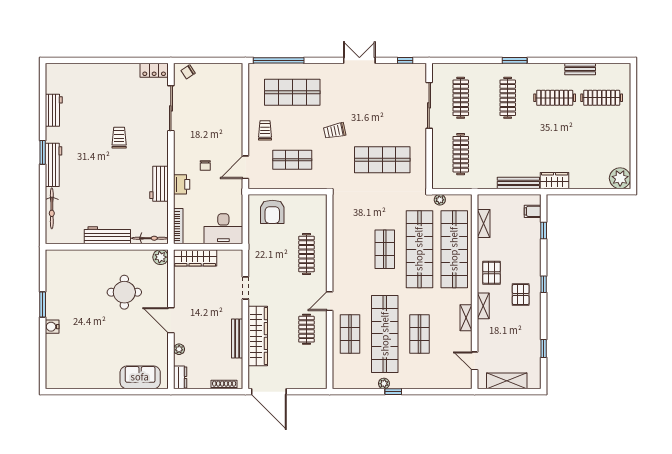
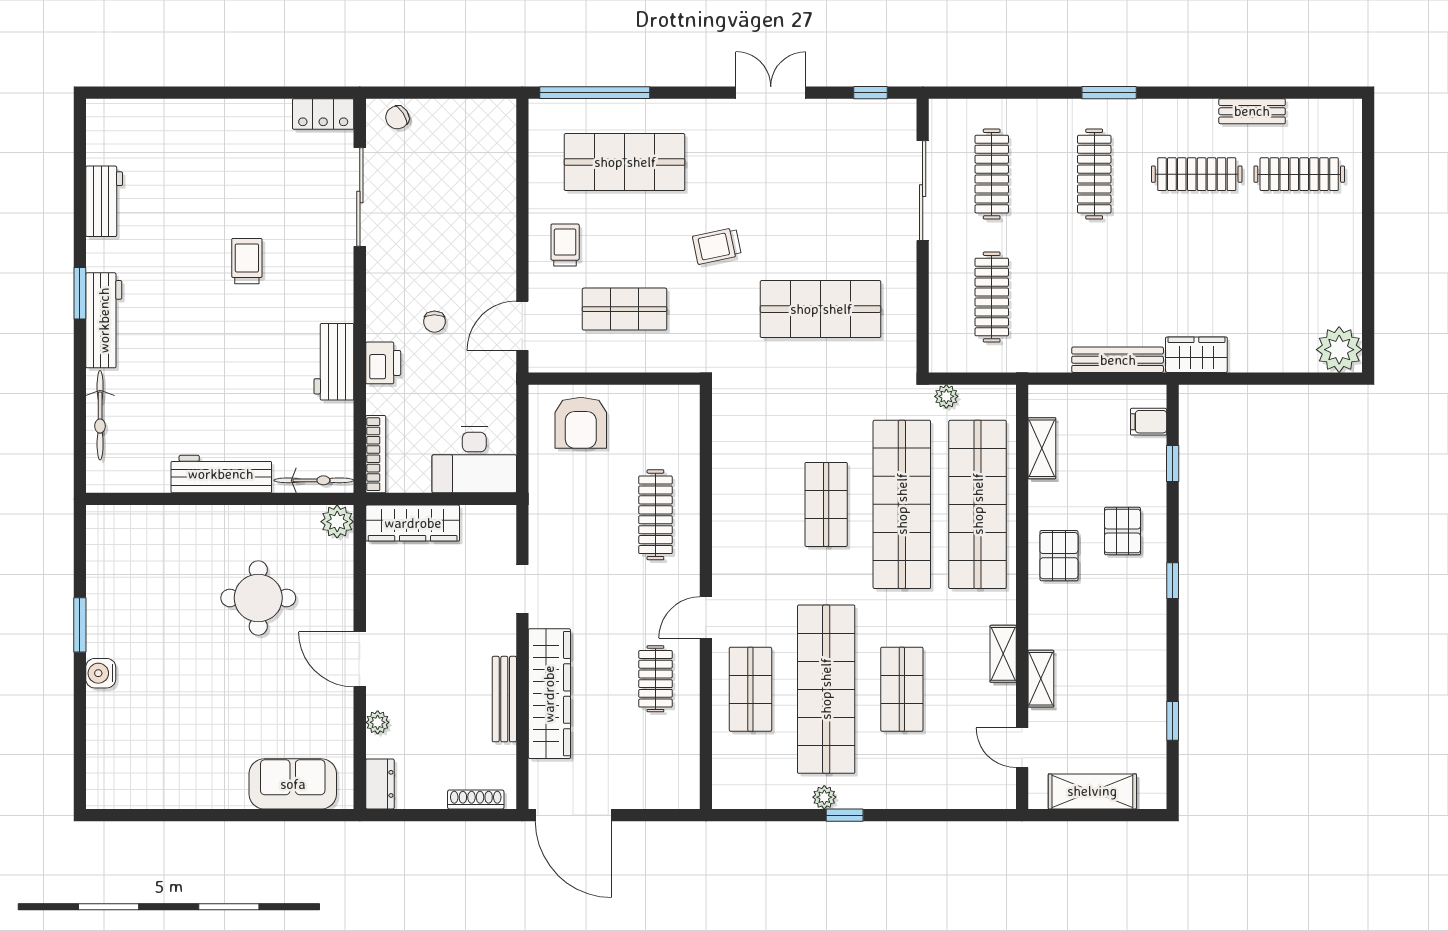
pallet: (521, 295) -> (1122, 531), moved
shelving: (483, 306) -> (1041, 679), moved

